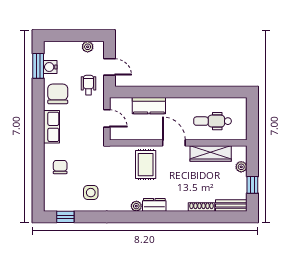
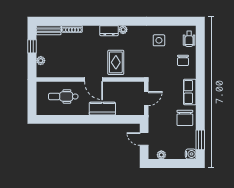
water cooler: (50, 67) -> (191, 154), moved
wheelchair: (88, 85) -> (189, 39), moved
kitchen counter: (149, 106) -> (102, 109), moved
door: (107, 118) -> (146, 99), swing flipped
dental chair: (213, 121) -> (63, 96), turned 180
wardrobe: (211, 153) -> (65, 71), removed
window: (65, 217) -> (179, 21), removed

